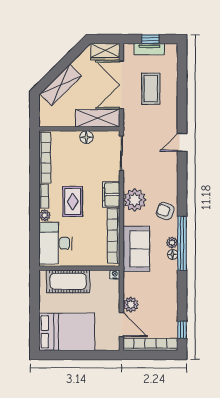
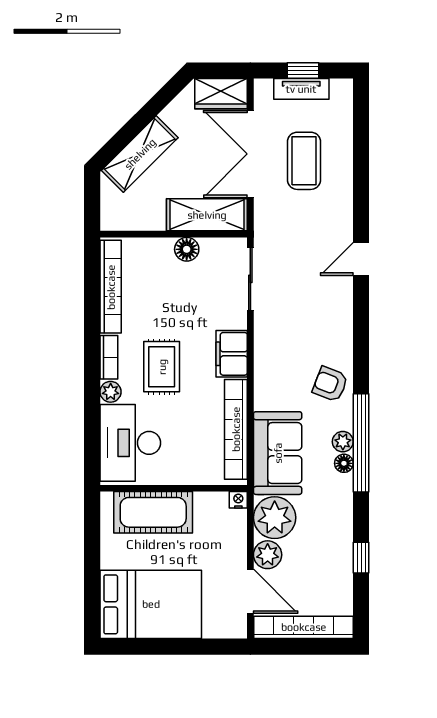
plant: (135, 200) -> (275, 518), moved
window: (182, 330) -> (361, 558), moved

